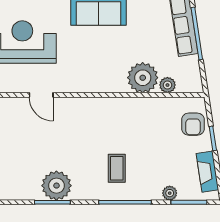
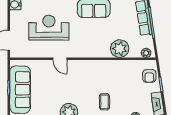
plant: (167, 85) -> (146, 53), moved

